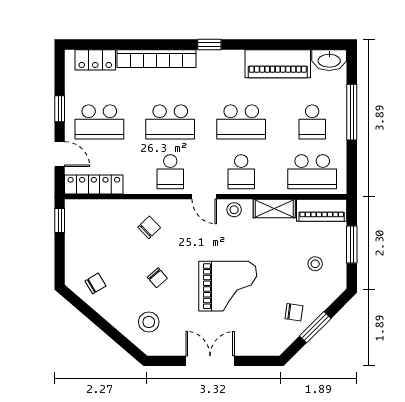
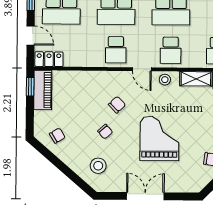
locker: (94, 185) -> (49, 59), width x0.66
piano: (76, 225) -> (43, 90), added
chair: (149, 227) -> (117, 105), moved
grand piano: (228, 286) -> (159, 139), turned -90

